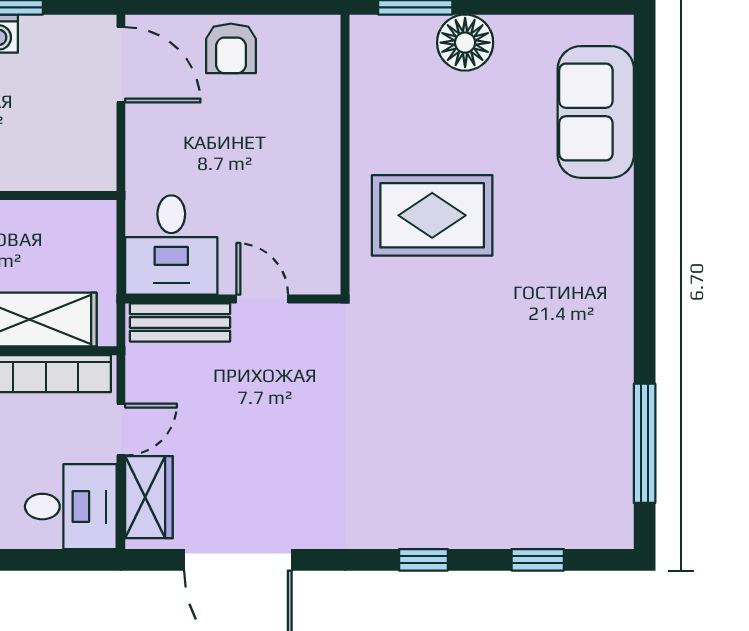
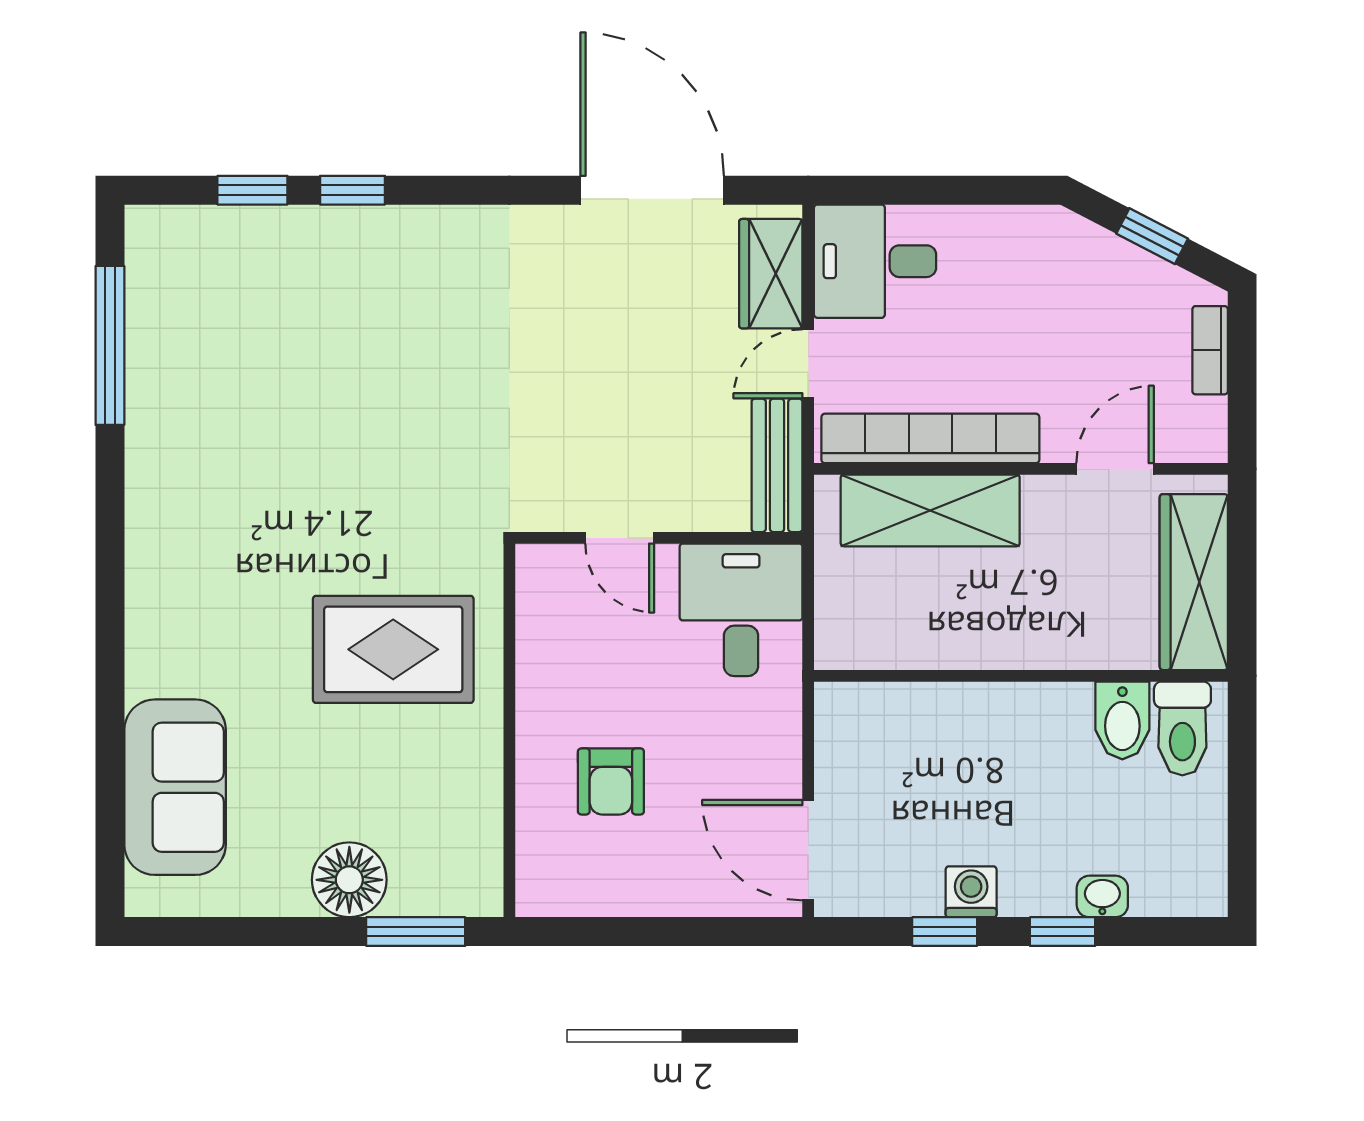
armchair: (231, 48) -> (611, 781), moved, turned 180
bench: (180, 322) -> (777, 465), moved, turned 90
window: (423, 560) -> (352, 190), moved

